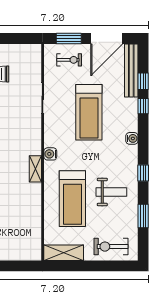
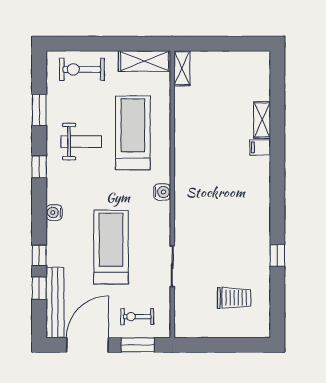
shelving: (35, 169) -> (182, 68), moved
weight bench: (111, 192) -> (81, 142), turned 180
exercise bike: (111, 247) -> (82, 69), turned 180

